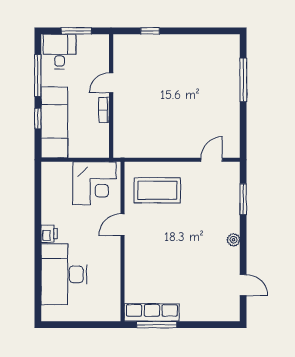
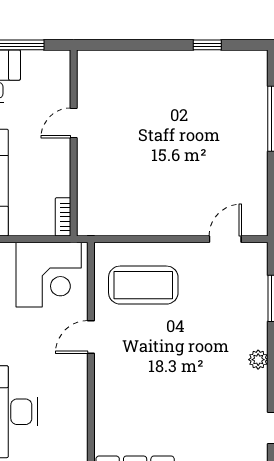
window: (150, 31) -> (207, 45), moved
bookcase: (104, 110) -> (63, 217), moved

